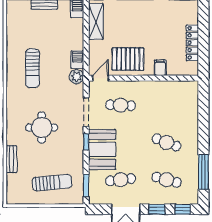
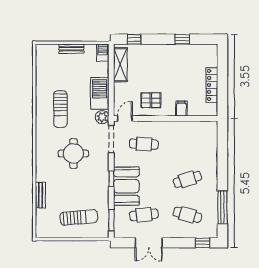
pallet: (128, 59) -> (151, 100), width x0.67, depth x0.71
barbecue: (77, 60) -> (100, 93), width x1.88, depth x1.53
doorway: (86, 112) -> (111, 139), moved
round table: (42, 128) -> (73, 153), moved
cafe table: (167, 142) -> (187, 179), turned -39
window: (157, 209) -> (178, 243), removed

